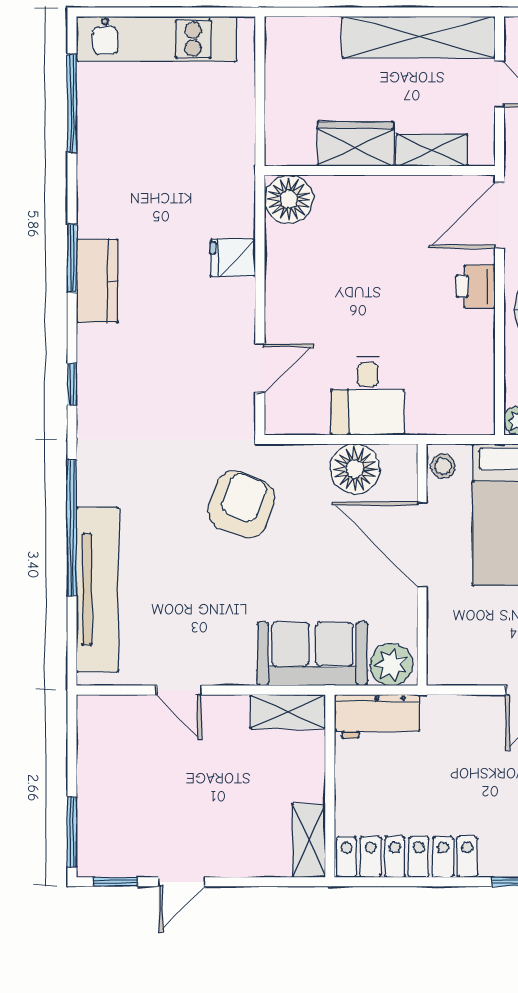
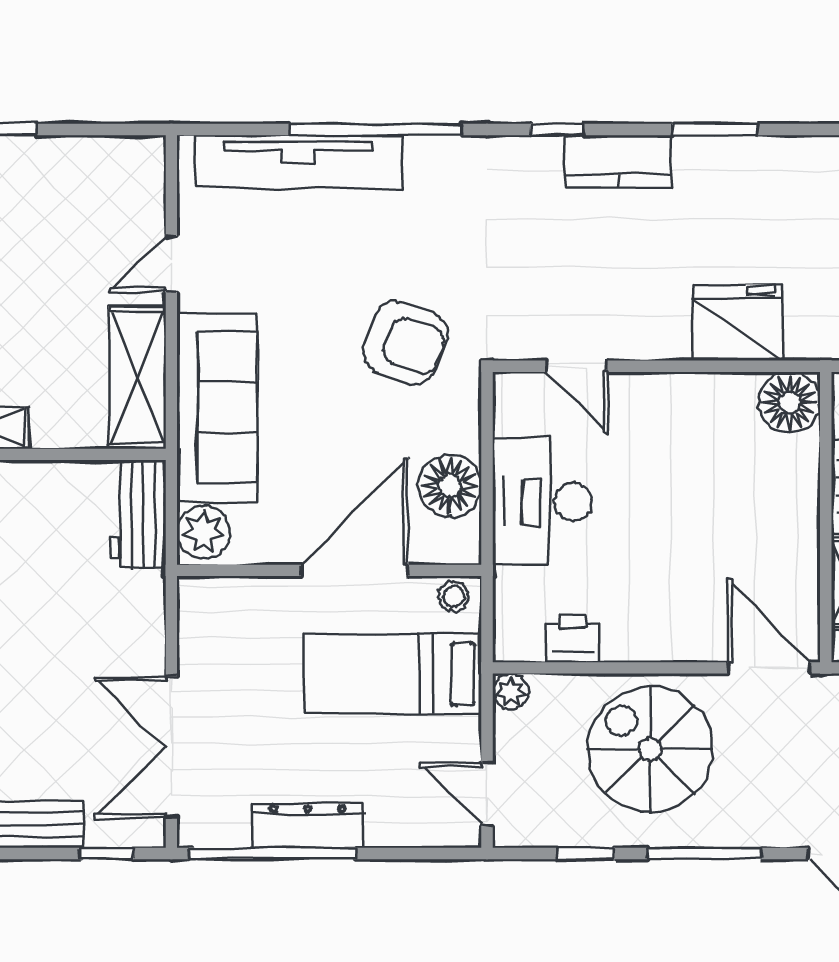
fridge: (233, 258) -> (737, 323), width x1.88, depth x1.34
kitchen counter: (97, 281) -> (618, 161), moved
printer: (476, 286) -> (573, 638), moved
desk: (368, 396) -> (542, 502), width x1.37
sofa: (312, 654) -> (217, 407), width x1.36
shelving: (288, 712) -> (137, 378), width x1.50, depth x1.33

